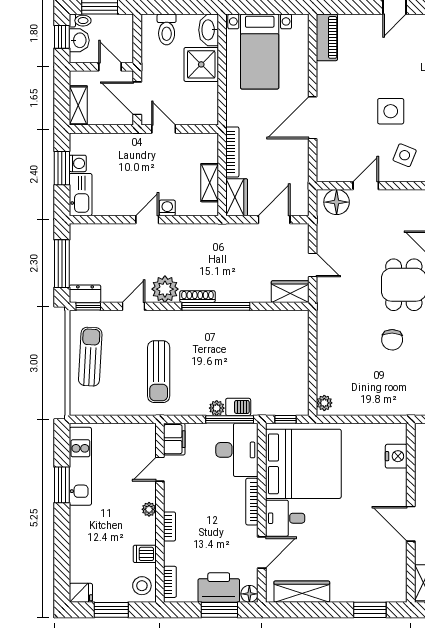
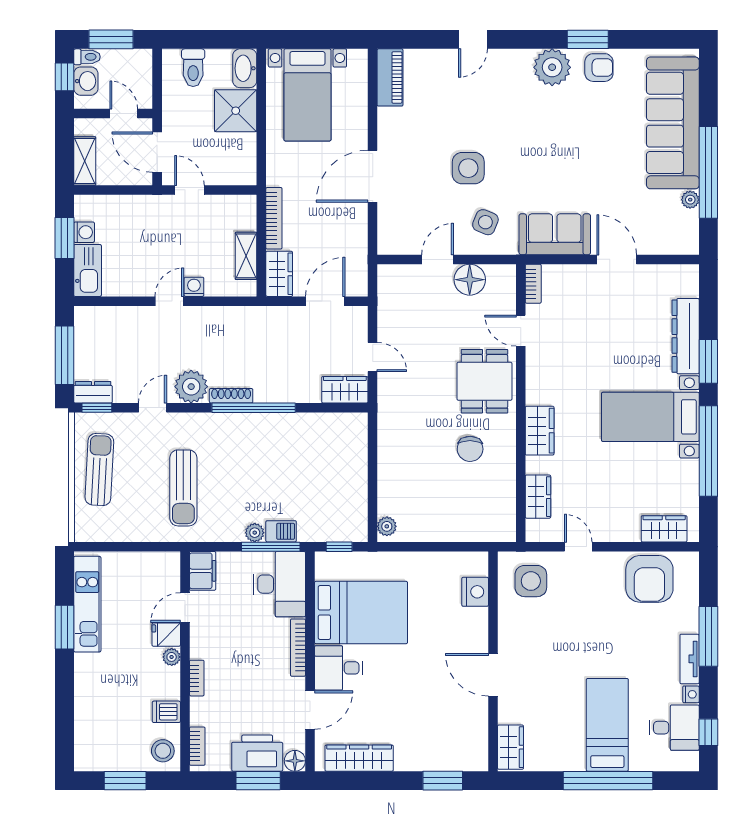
floor lamp: (337, 202) -> (470, 280), moved
bed: (303, 464) -> (361, 612), width x0.73
fridge: (81, 593) -> (166, 635), moved, turned 180

